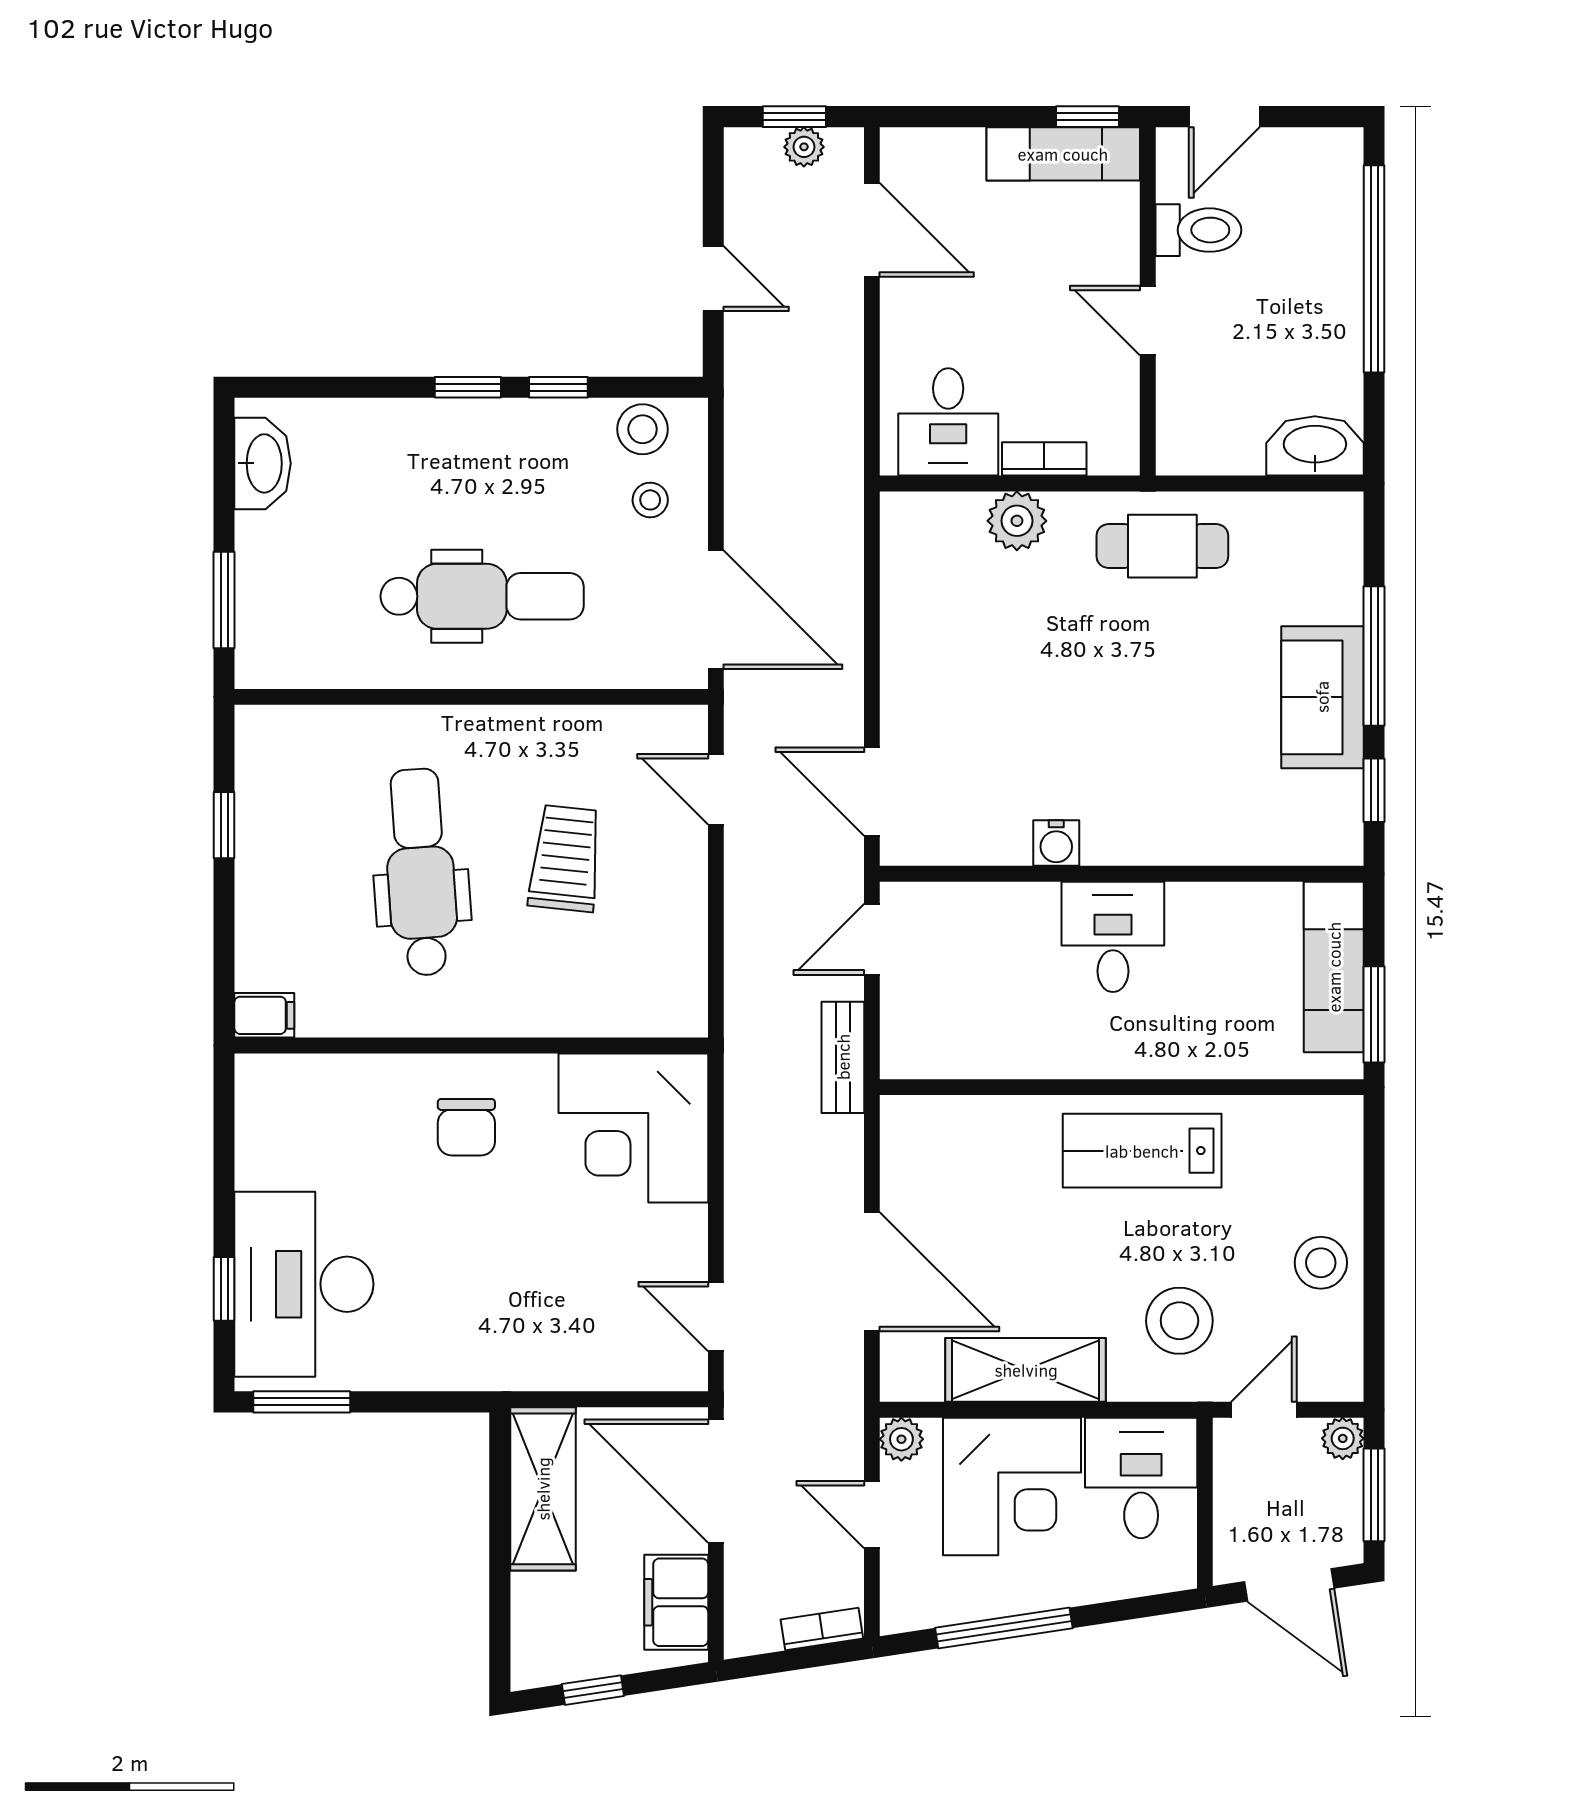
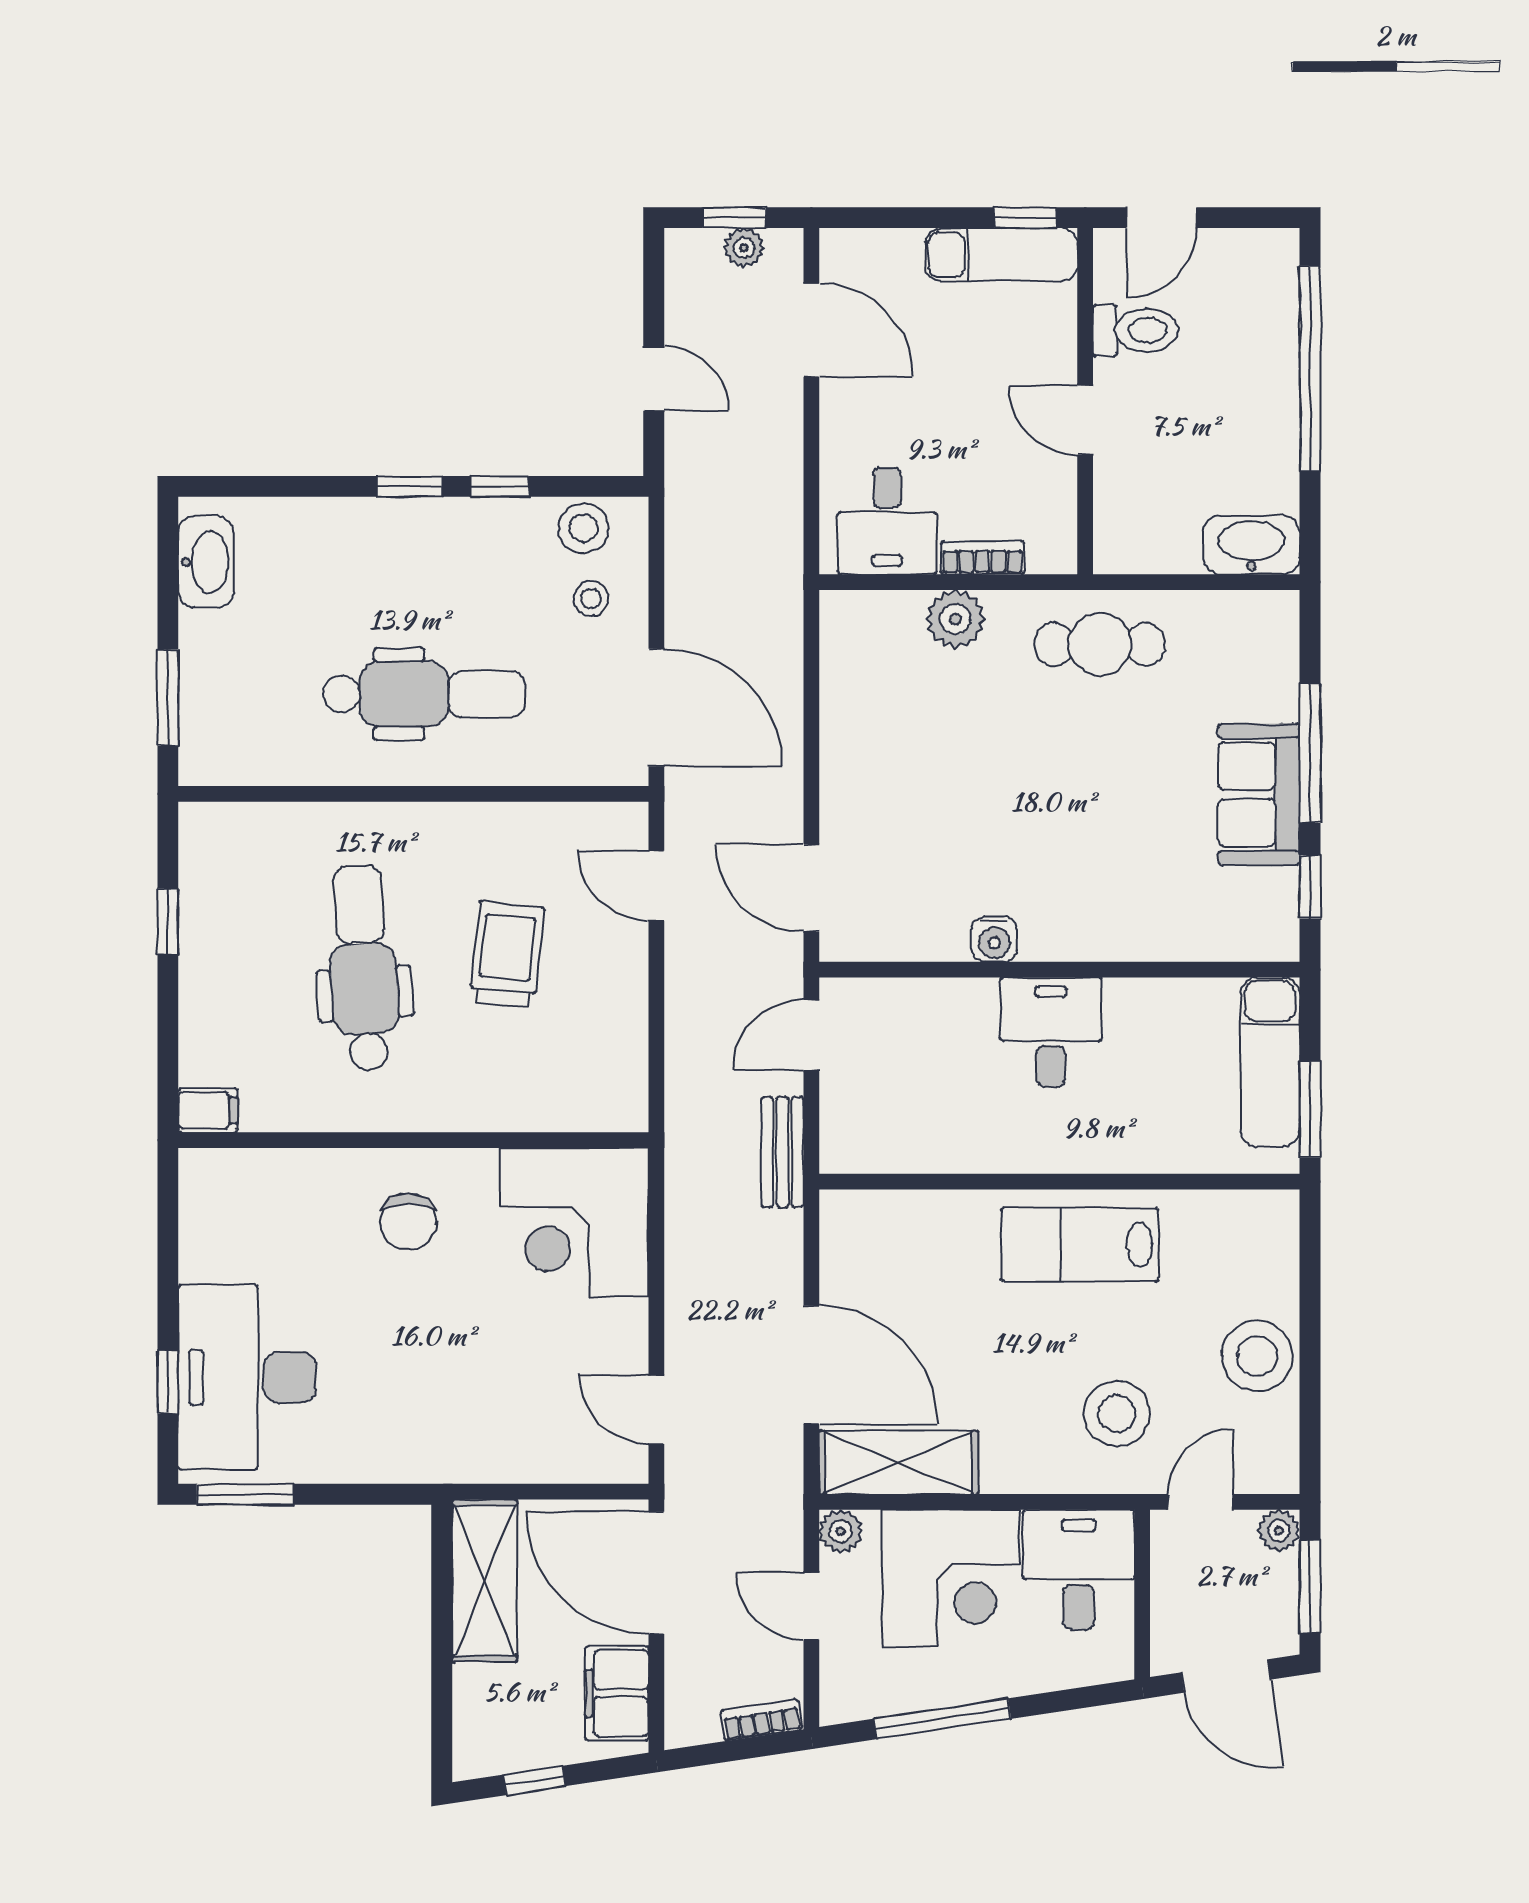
stool: (1321, 1263) -> (1257, 1356), width x1.38, depth x1.38
shelving: (1026, 1370) -> (899, 1462), moved

